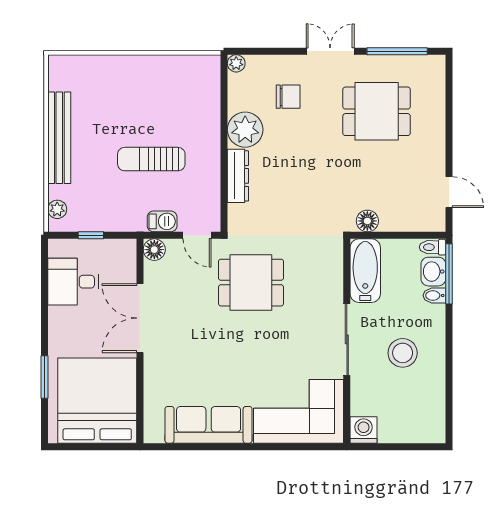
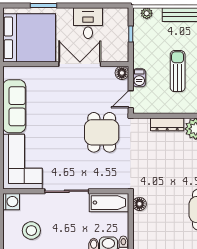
desk: (73, 282) -> (88, 23), moved
stool: (403, 353) -> (31, 231), moved

